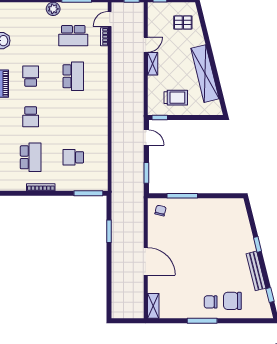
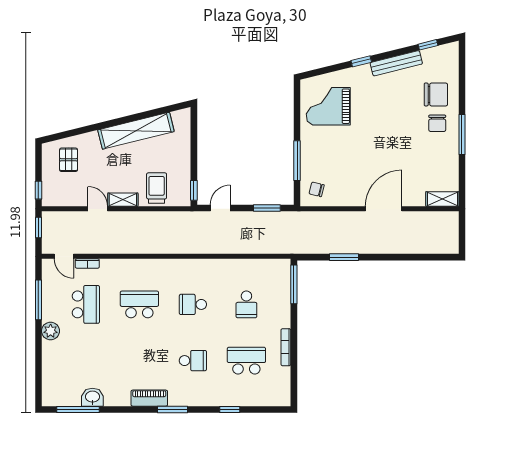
school desk: (31, 76) -> (193, 304), moved
trolley: (176, 98) -> (157, 188), moved
grand piano: (223, 219) -> (328, 106), added
chair: (232, 301) -> (436, 94), turned -90

